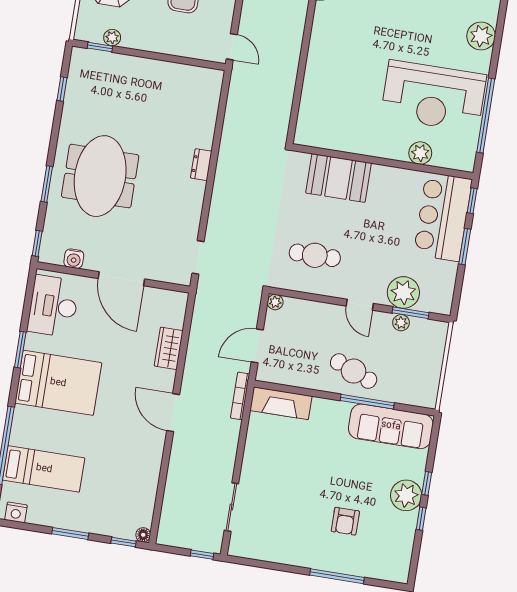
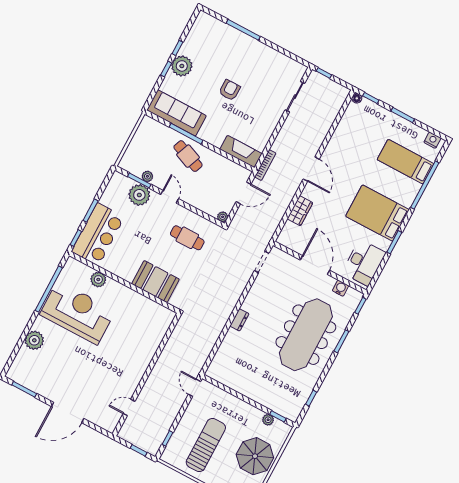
meeting table: (100, 176) -> (306, 335), width x1.36
armchair: (345, 521) -> (230, 90), moved

